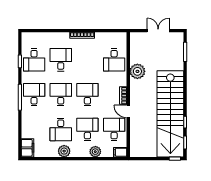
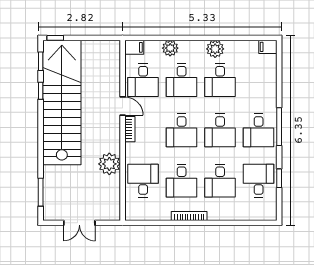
desk: (87, 60) -> (182, 181), added
desk: (61, 129) -> (220, 80), turned 180
filing cabinet: (28, 148) -> (268, 47), width x0.50

